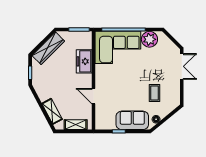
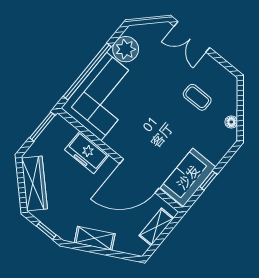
double door: (182, 66) -> (192, 37), swing flipped
door: (93, 96) -> (139, 176), width x1.88
shelving: (52, 111) -> (95, 238), moved
sofa: (132, 120) -> (188, 177), moved

